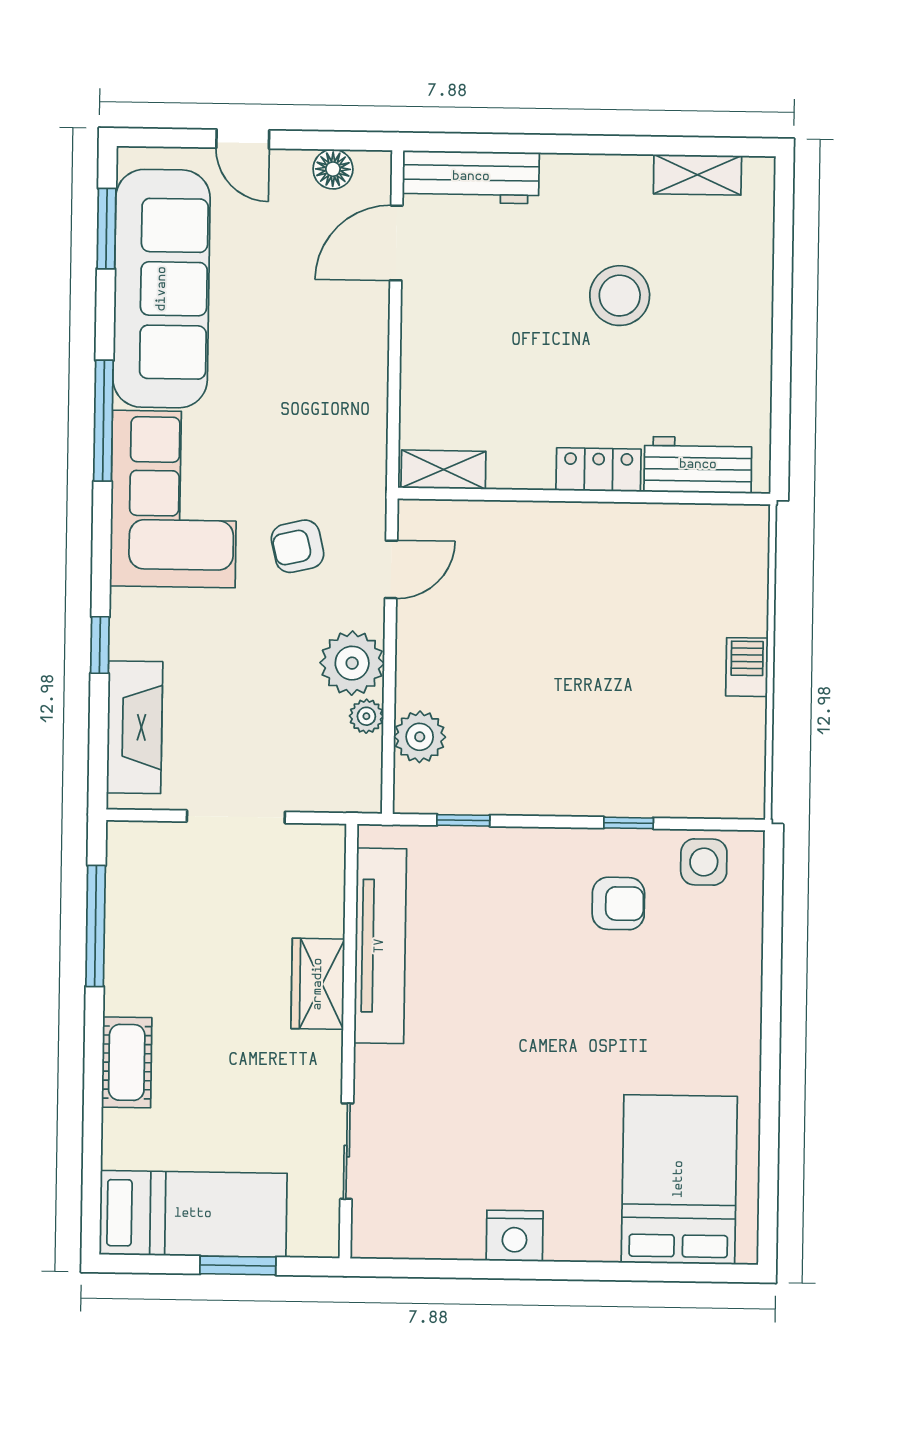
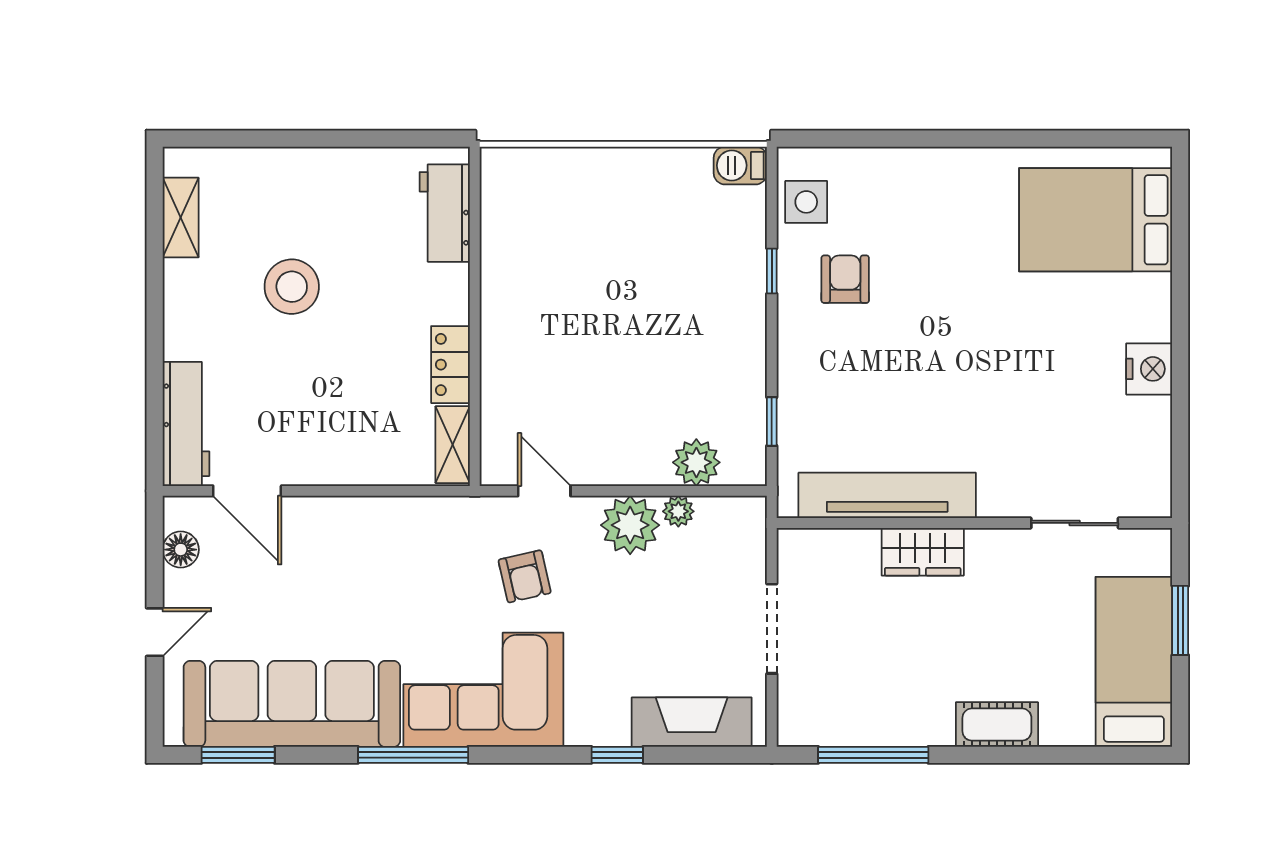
locker: (599, 470) -> (451, 365), moved
barbecue: (747, 667) -> (740, 165), moved

